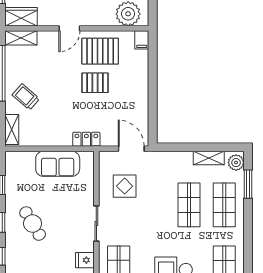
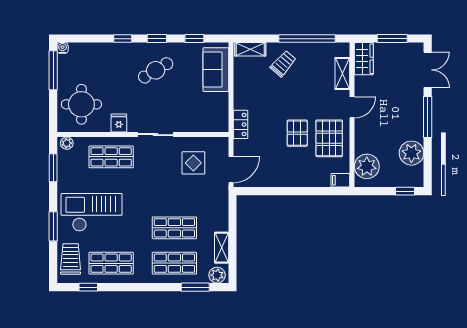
door: (69, 28) -> (352, 107), swing flipped
shelving: (21, 38) -> (342, 73), moved
sofa: (58, 164) -> (216, 70), moved

